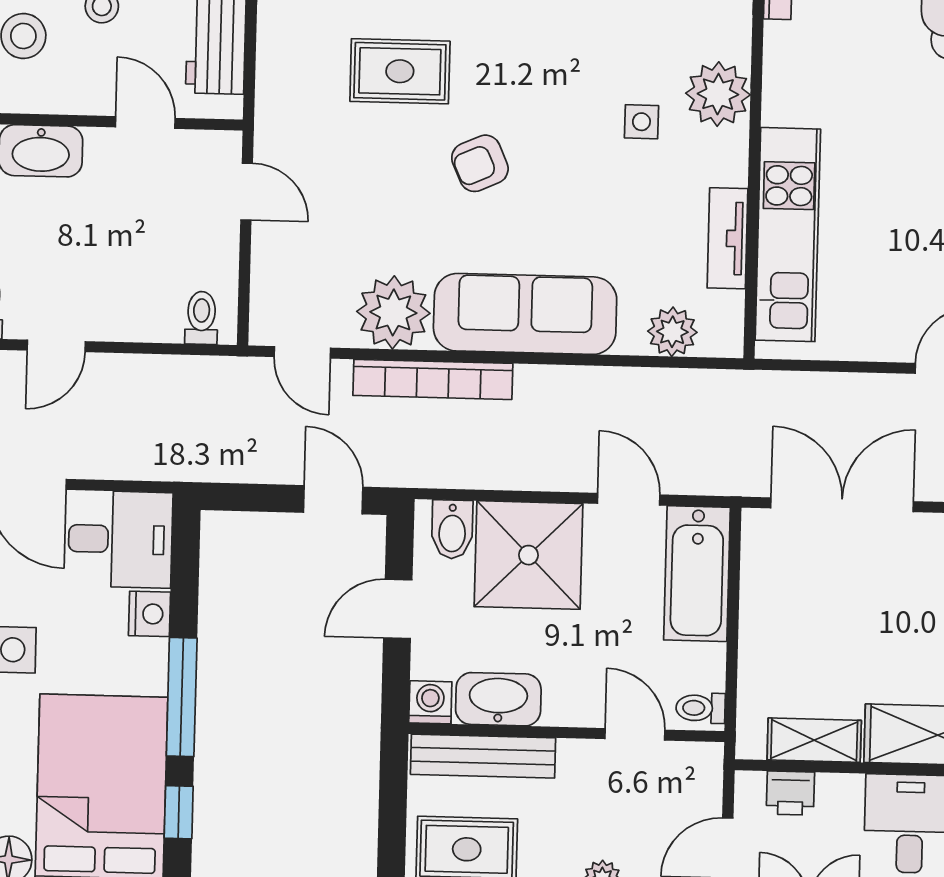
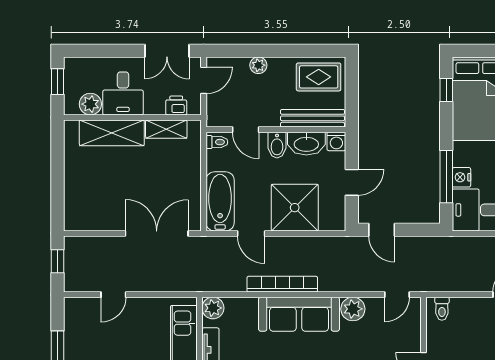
plant: (393, 312) -> (353, 309), width x0.73, depth x0.73
plant: (672, 332) -> (213, 308), moved
door: (302, 352) -> (397, 295), swing flipped
bookcase: (433, 379) -> (282, 284), moved
double door: (842, 505) -> (157, 234), swing flipped
bidet: (452, 529) -> (277, 145), moved, turned 180
window: (182, 697) -> (446, 177), moved

